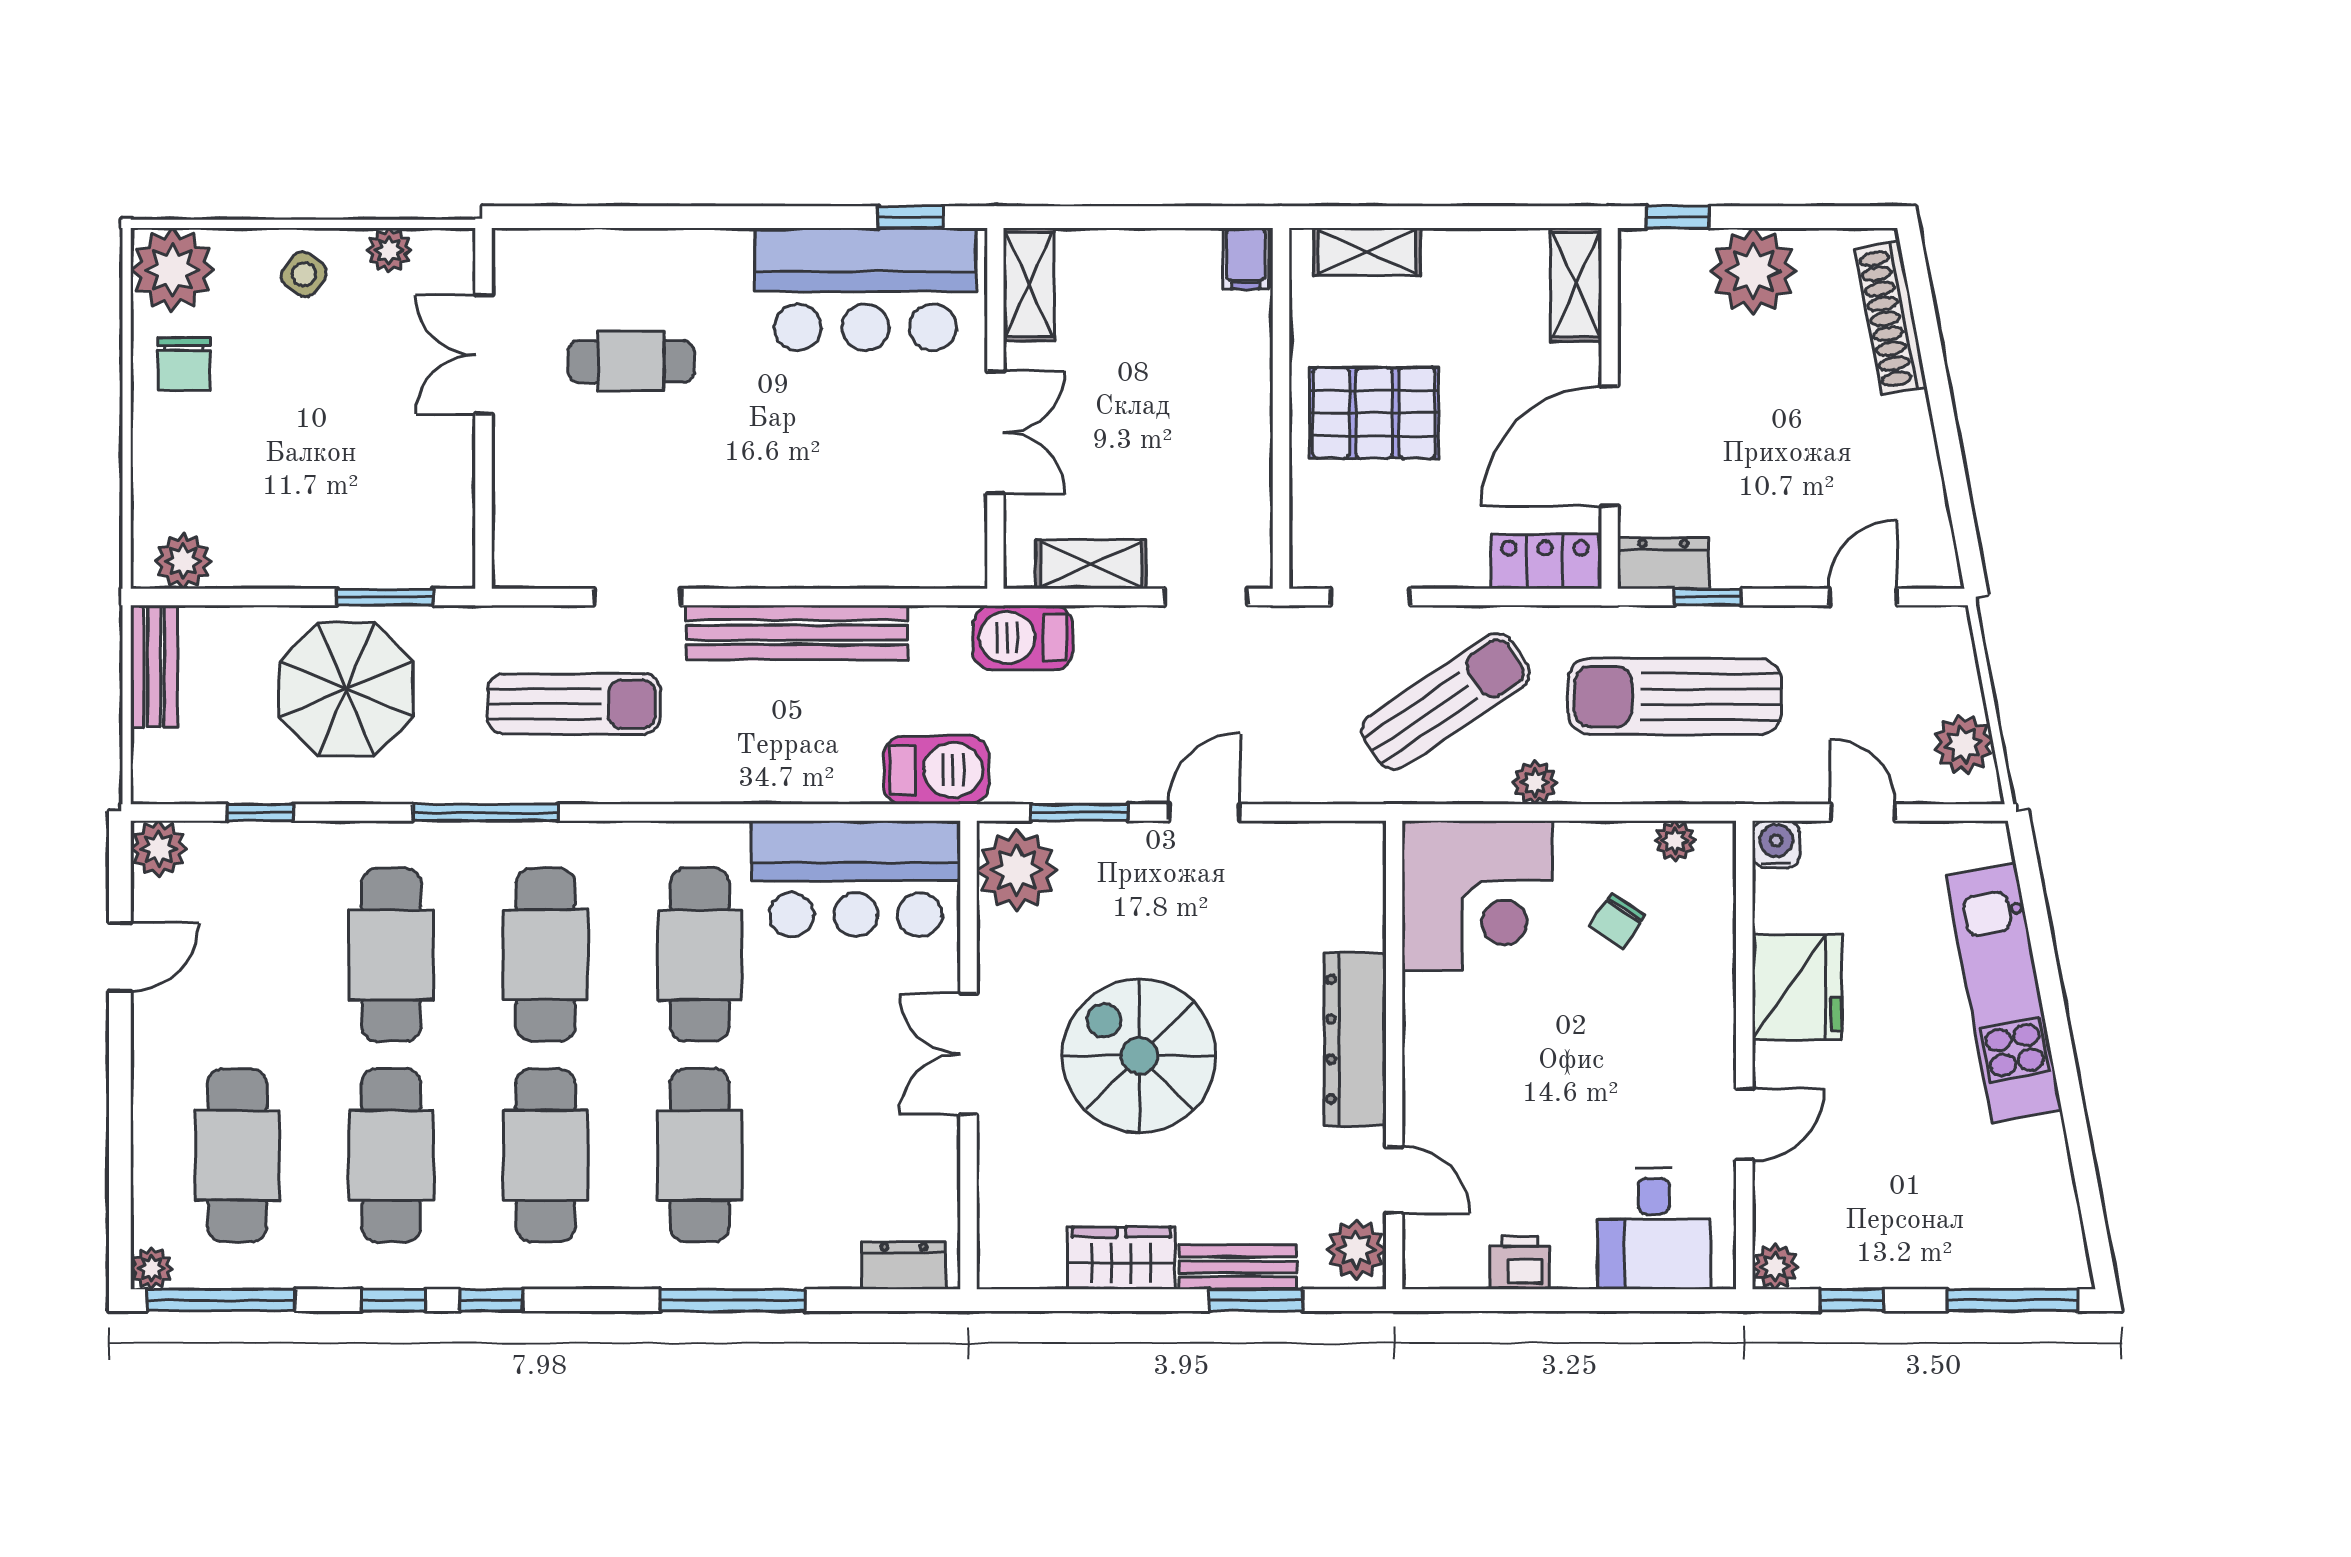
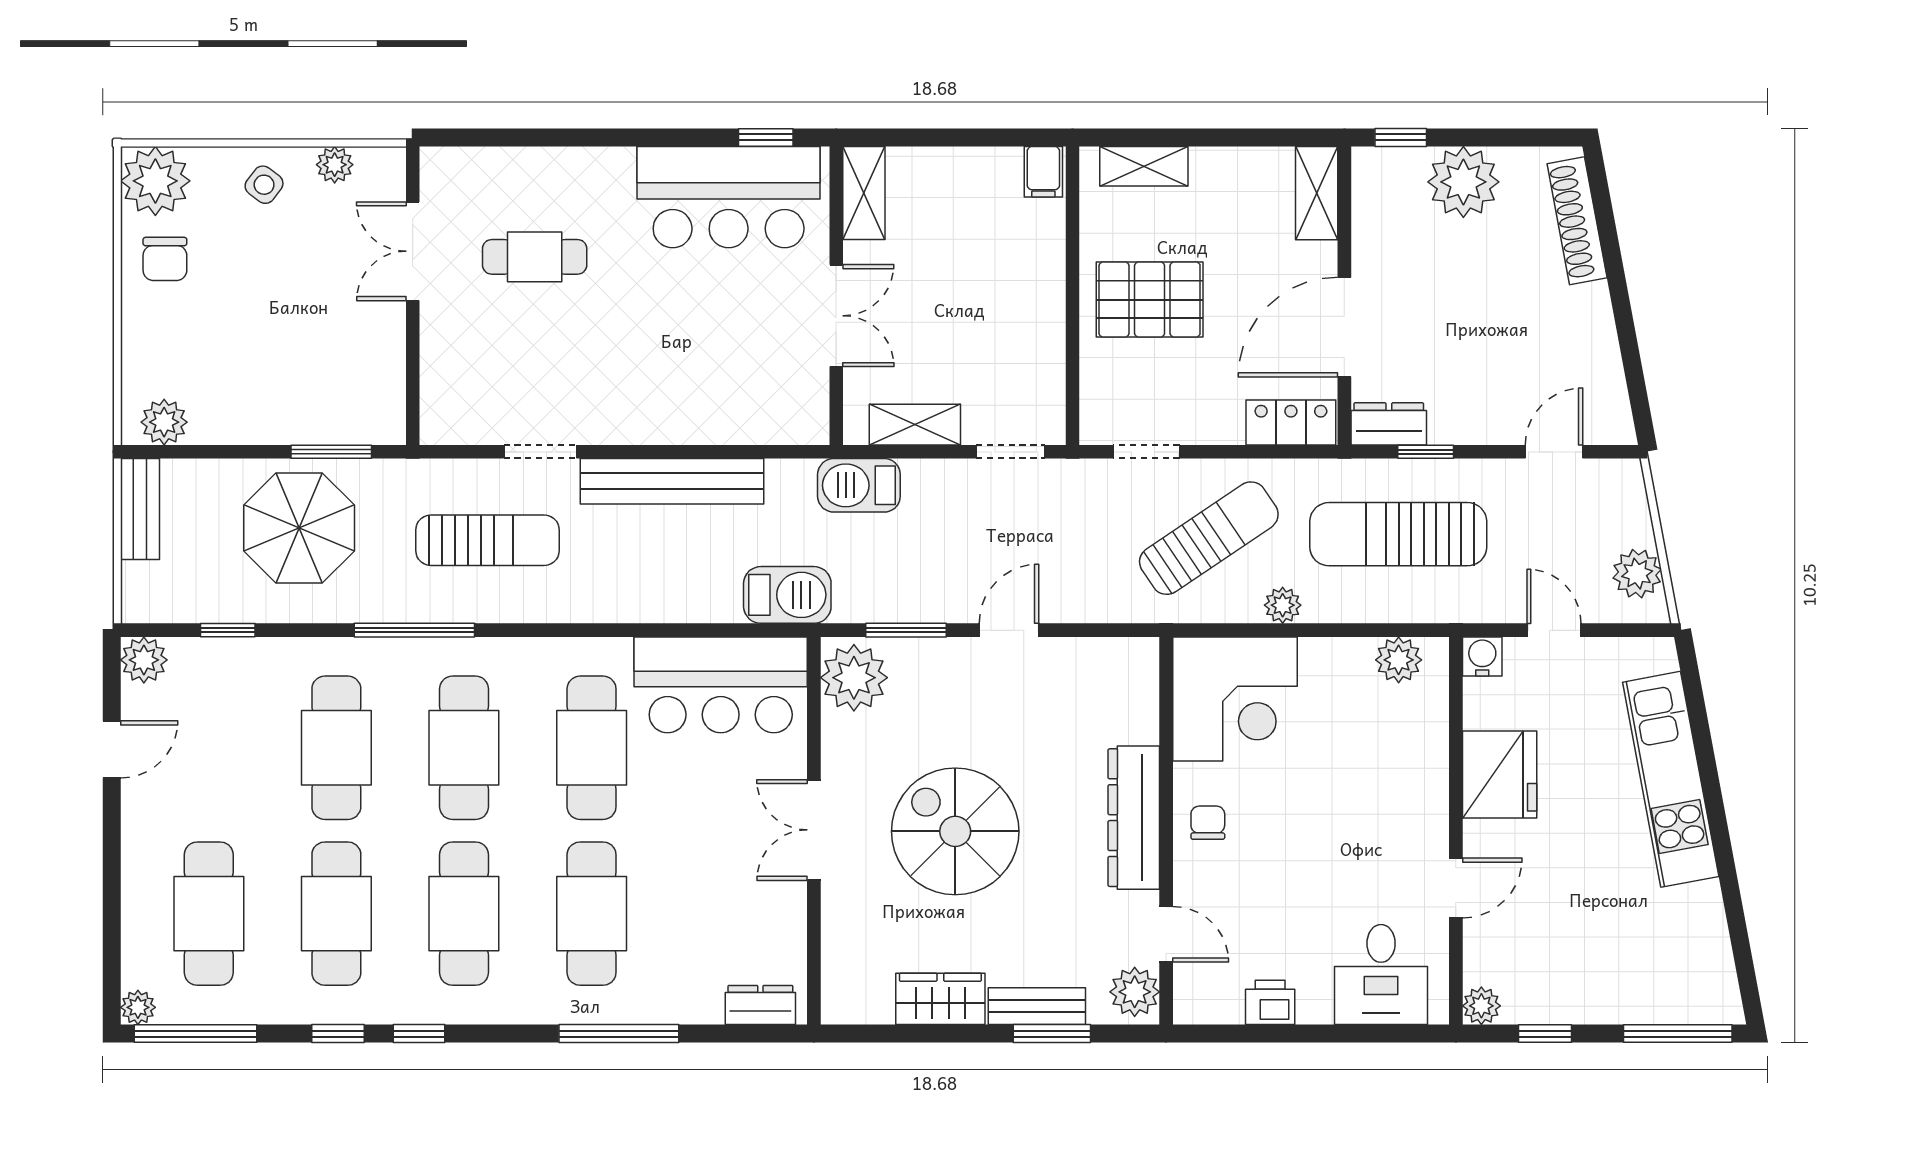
plant: (1675, 841) -> (1399, 660), width x1.38, depth x1.38
chair: (1617, 921) -> (1208, 823), moved, turned 146

